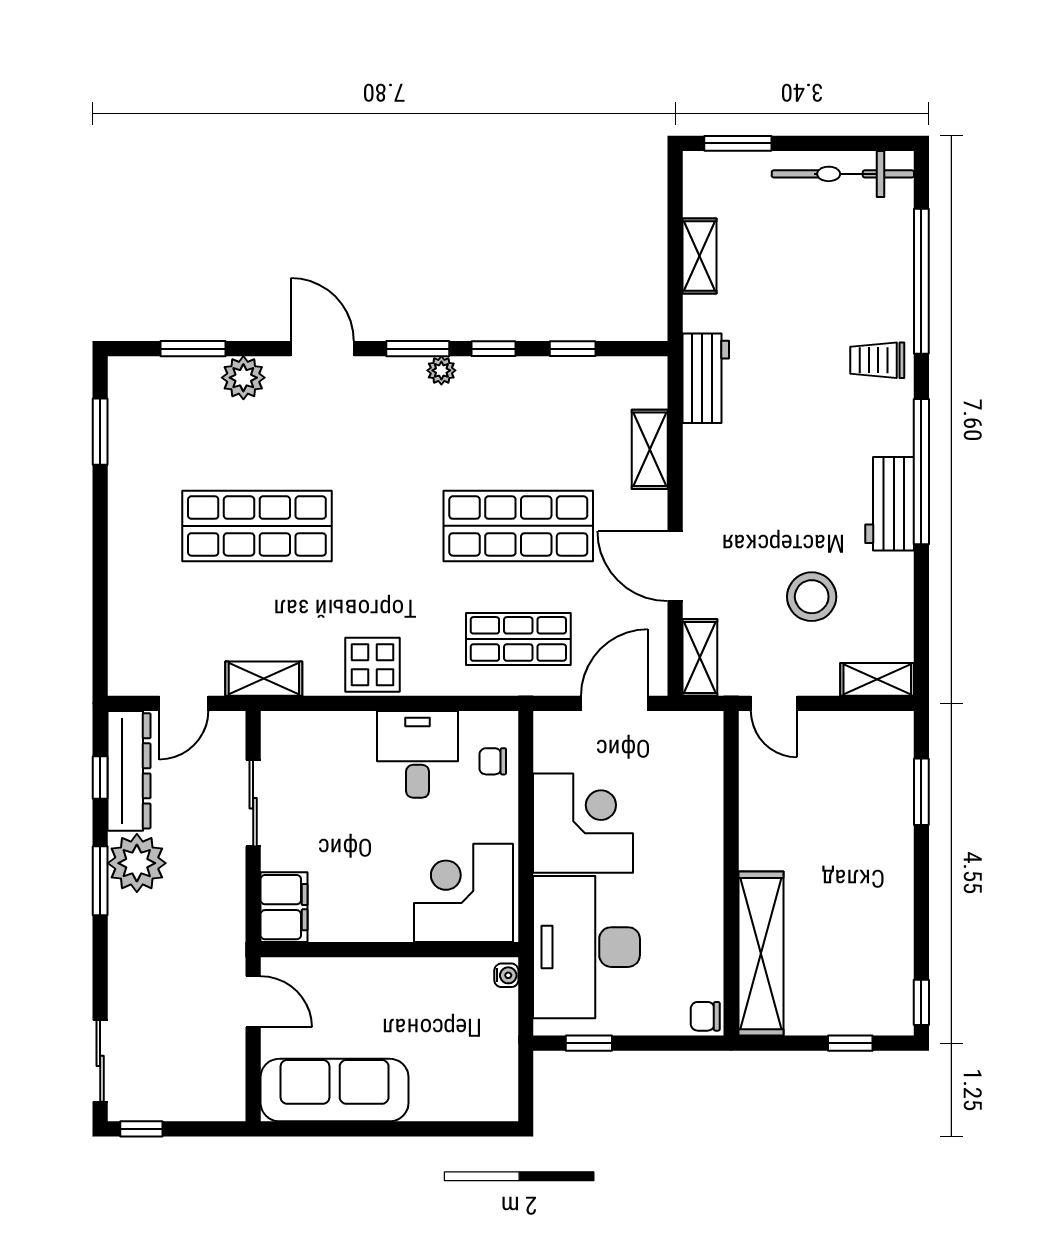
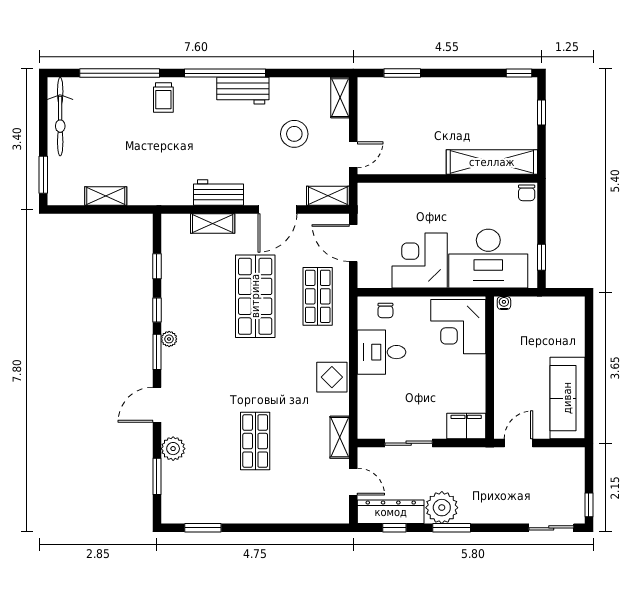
workbench: (706, 378) -> (219, 193), moved
shop shelf: (257, 526) -> (255, 441), width x0.70, depth x0.74

